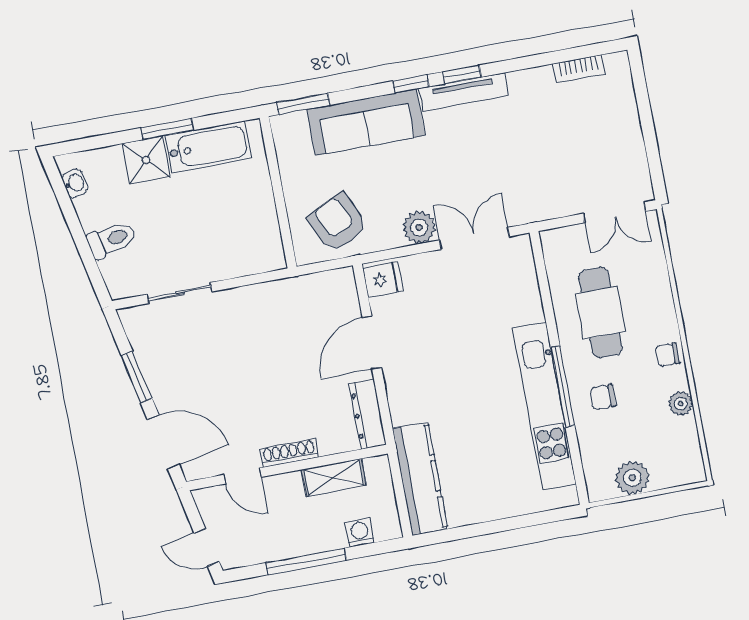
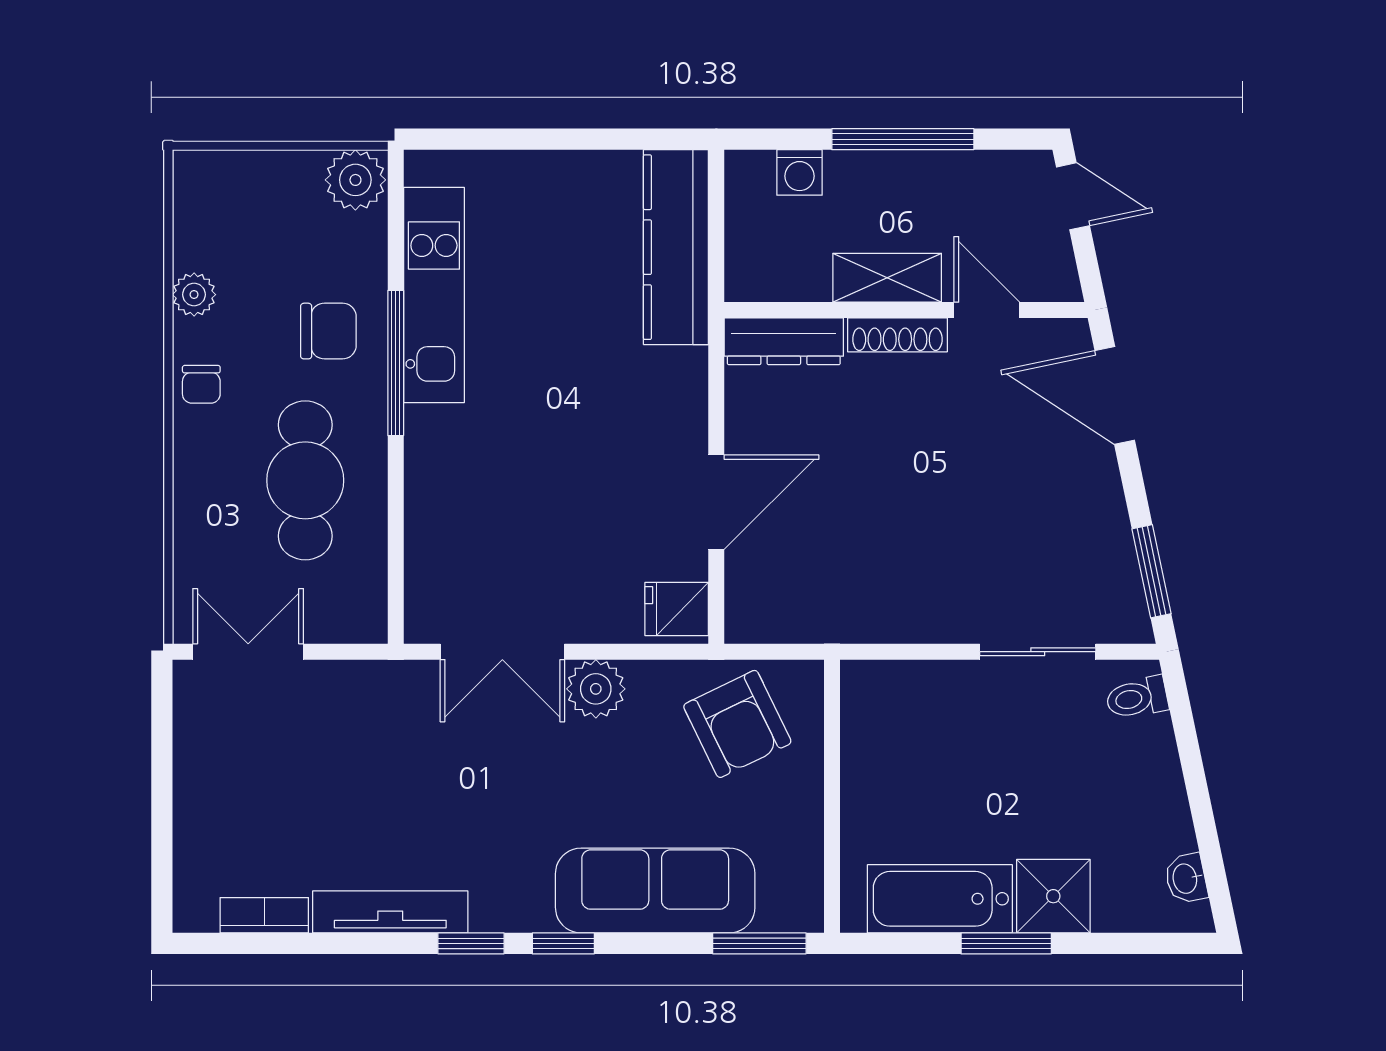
tv unit: (464, 92) -> (390, 912), moved
toilet: (111, 240) -> (1137, 698), moved, width x0.73, depth x0.72
chair: (668, 355) -> (201, 384), turned 90
window: (137, 377) -> (1152, 571), moved
chair: (603, 397) -> (328, 331), width x1.37, depth x1.37
kitchen unit: (545, 406) -> (434, 295), width x0.73
dresser: (367, 414) -> (784, 341), moved, turned 90
shelving: (334, 477) -> (887, 278), moved
plant: (632, 478) -> (355, 180), moved

